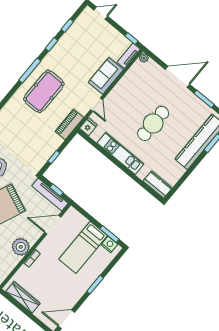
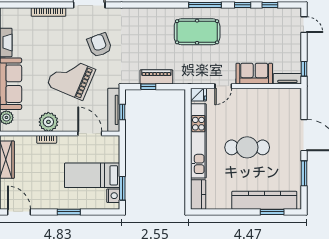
plant: (144, 58) -> (296, 93), removed
piano: (69, 124) -> (156, 77), moved
kitchen unit: (120, 154) -> (198, 141), width x1.36

